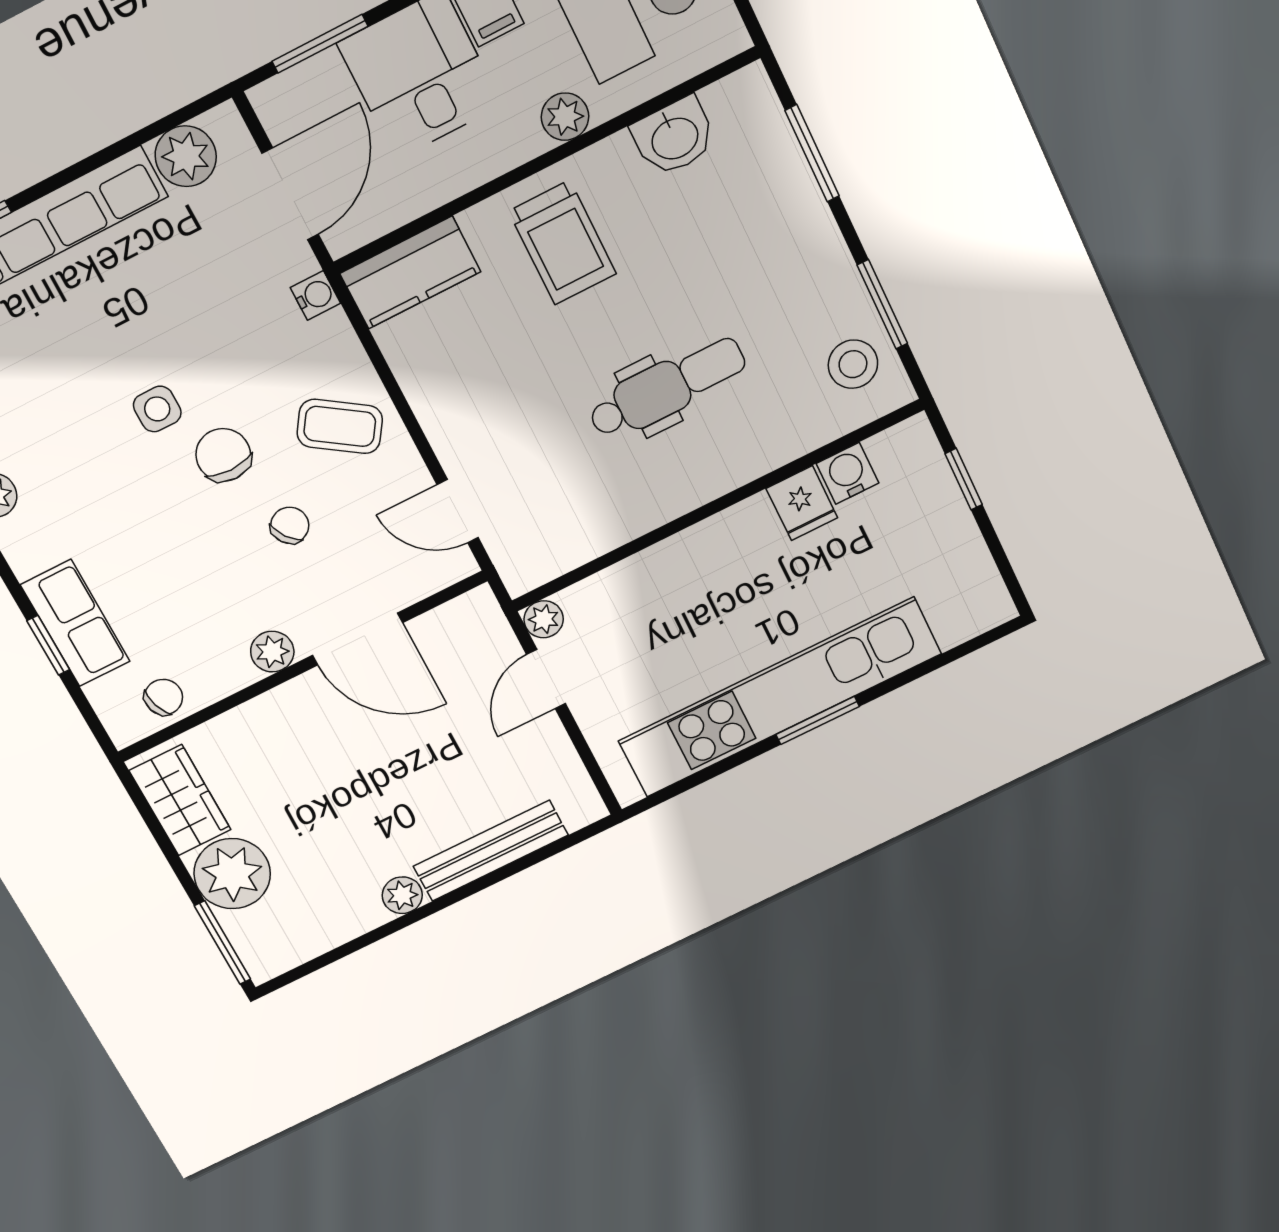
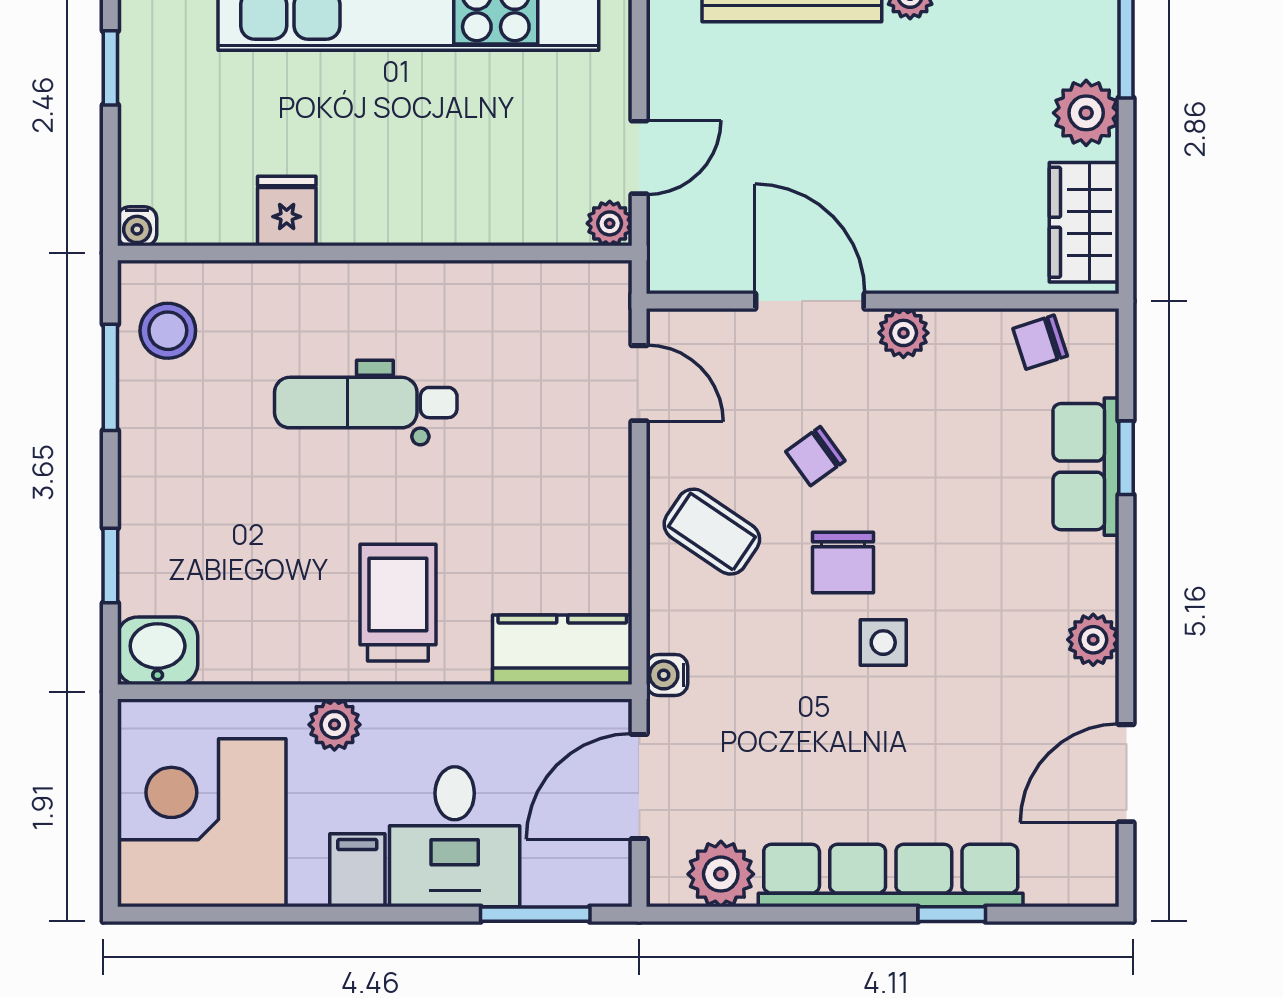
washbasin: (674, 137) -> (158, 651), moved
window: (812, 153) -> (110, 565), width x0.67
water cooler: (848, 473) -> (137, 226), moved, width x0.72, depth x0.72
window: (964, 479) -> (110, 68), moved
plant: (232, 874) -> (1086, 113), width x0.73, depth x0.73

